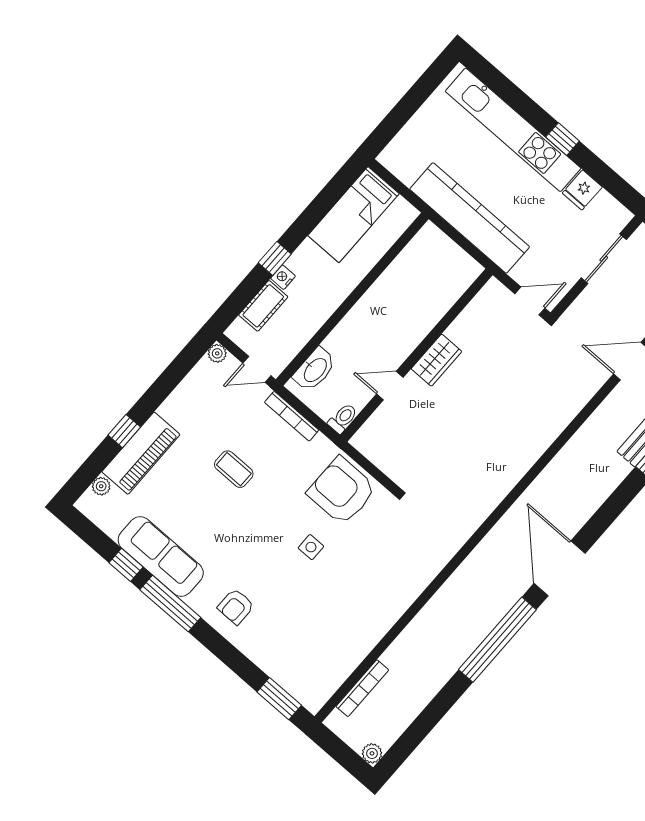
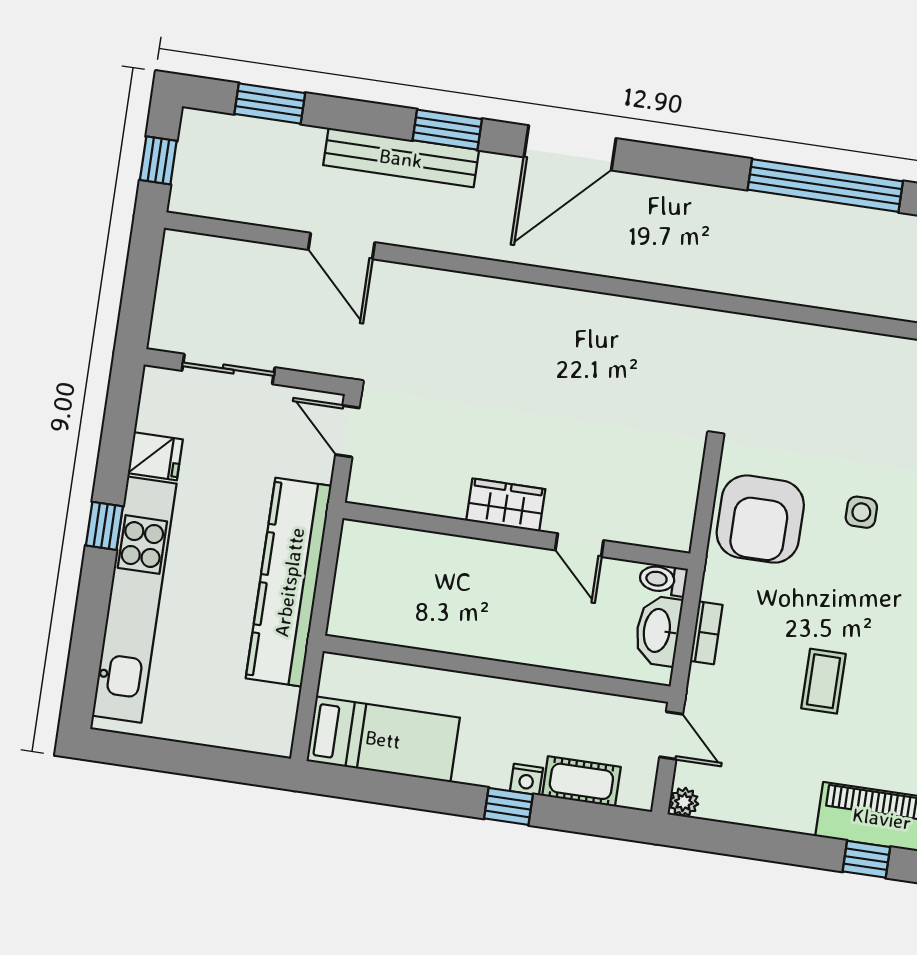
washbasin: (315, 370) -> (658, 631), moved, turned -90
bookcase: (292, 416) -> (706, 633), width x0.64
door: (560, 568) -> (570, 148), moved

